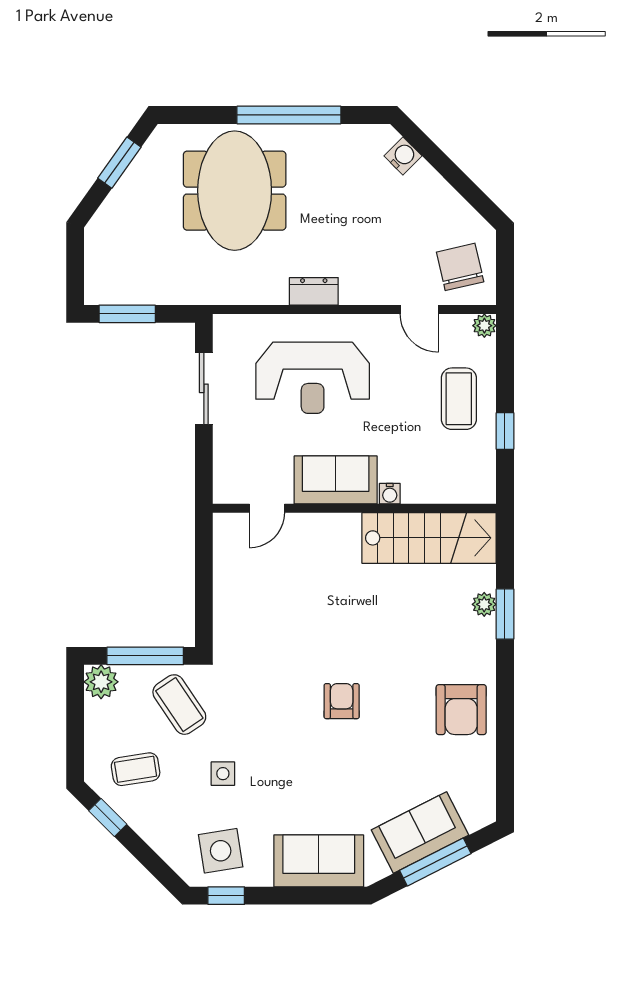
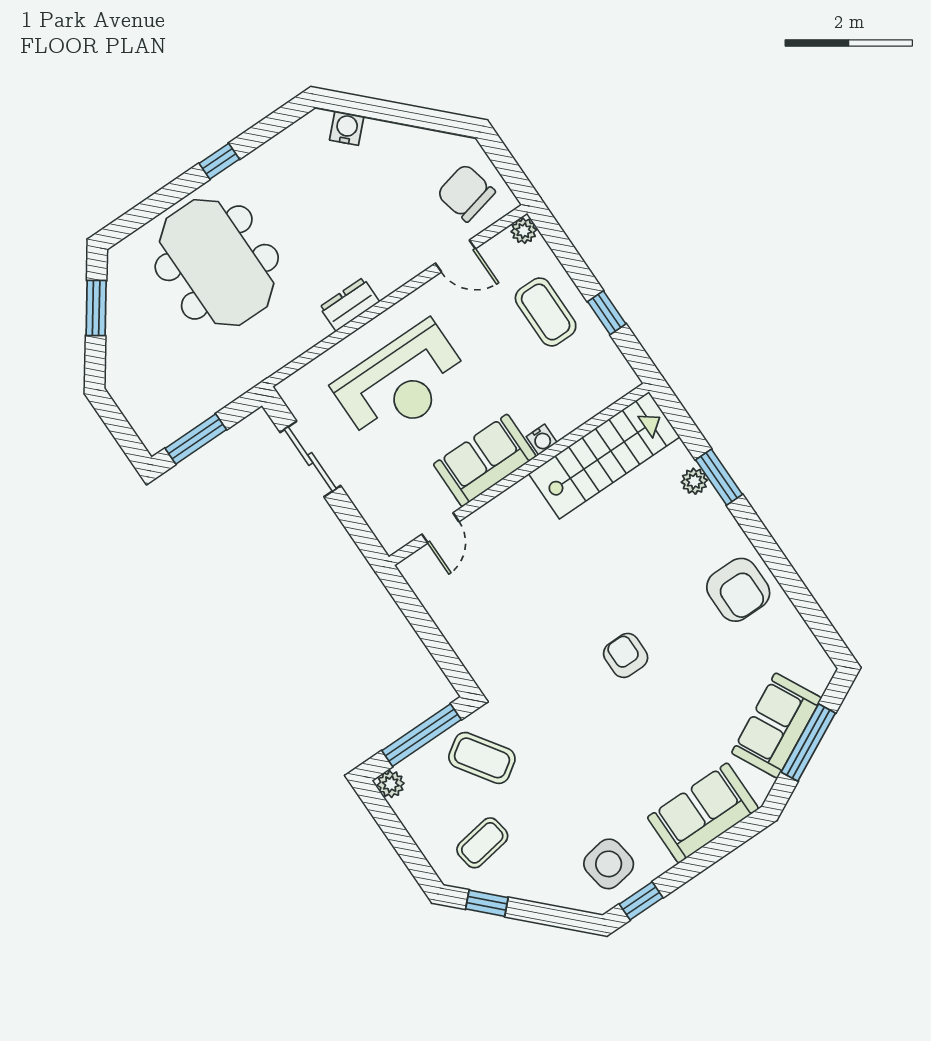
window: (289, 115) -> (219, 161), width x0.32
plant: (101, 682) -> (391, 784), width x0.73, depth x0.73
side table: (223, 774) -> (563, 793), removed

